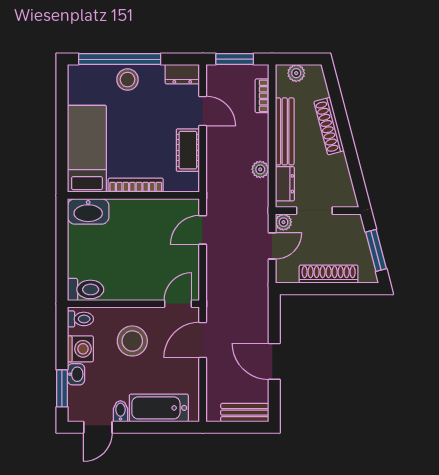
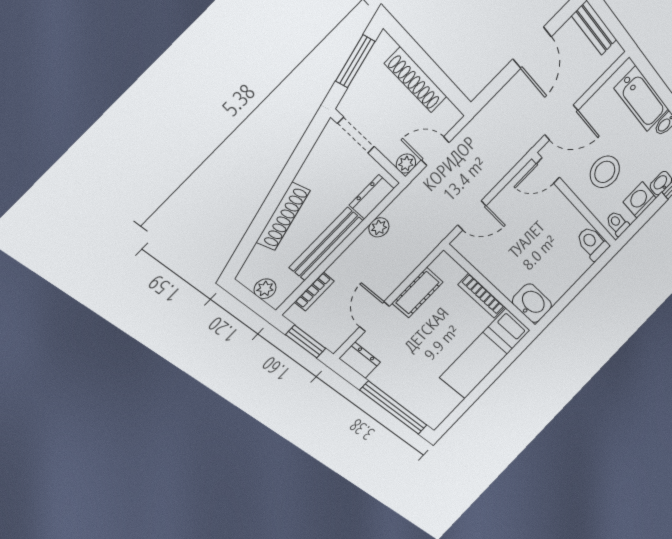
stool: (128, 80) -> (404, 387), removed
doorway: (314, 211) -> (356, 135), moved

